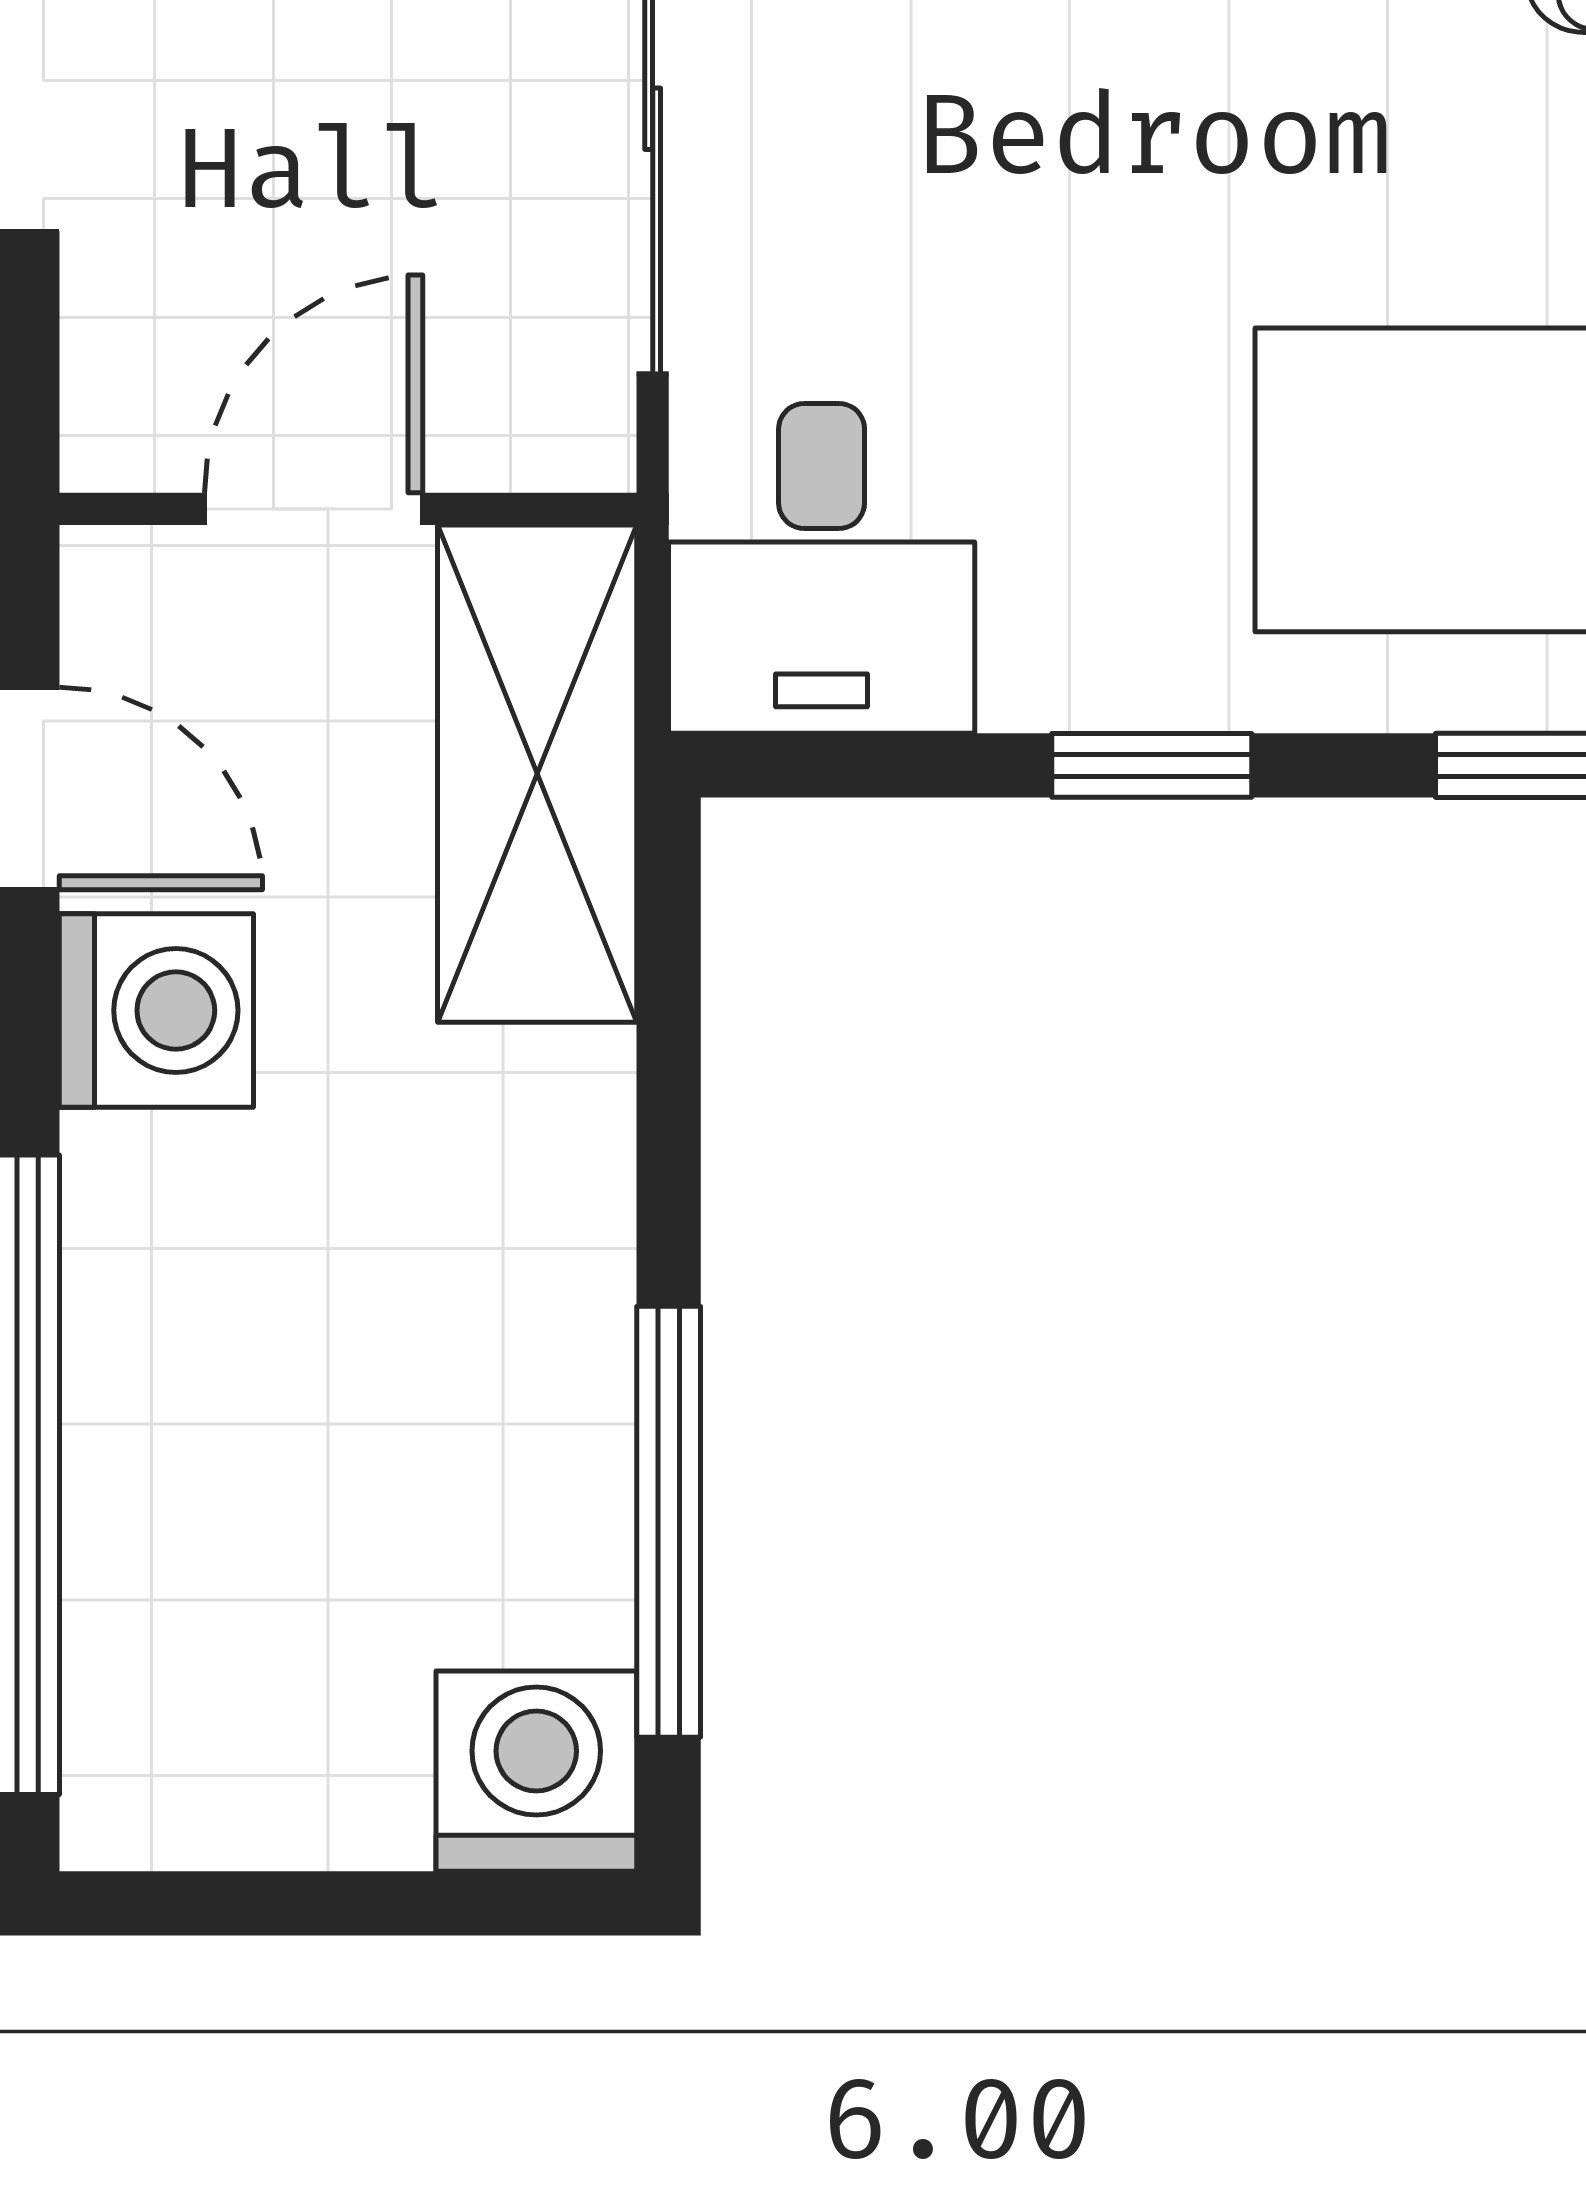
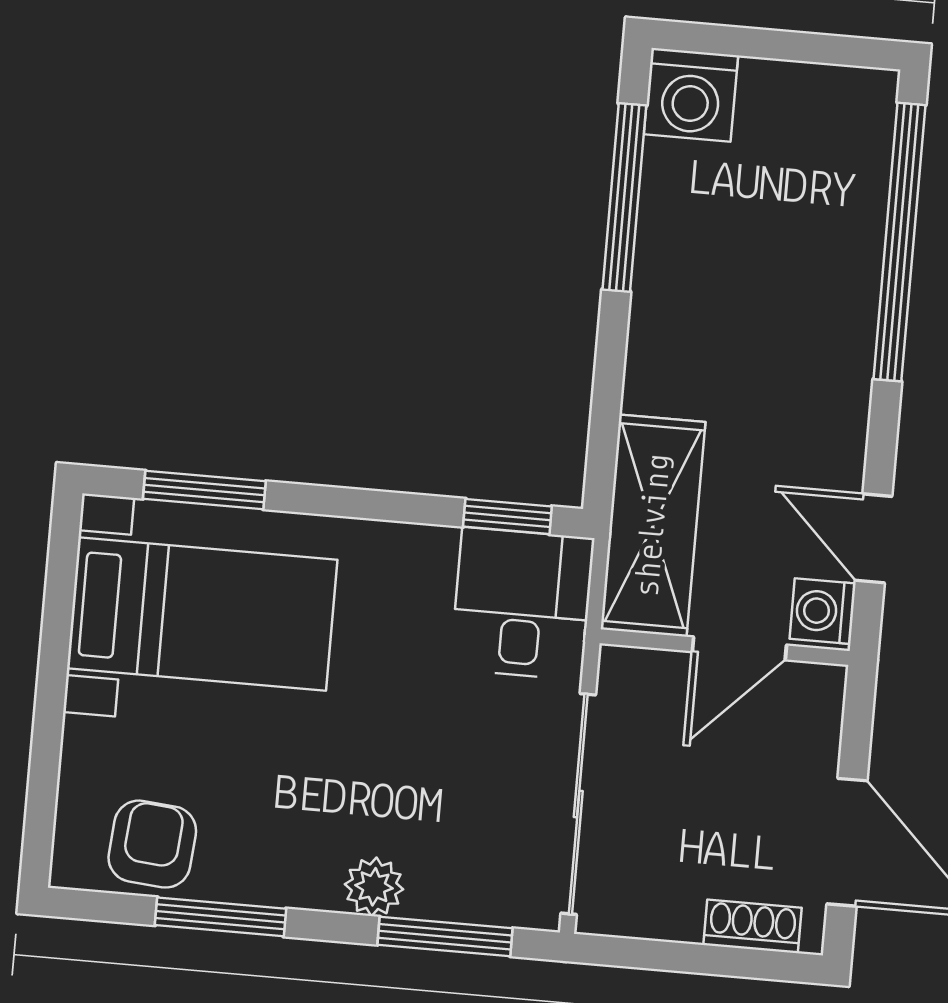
window: (1152, 765) -> (507, 516), moved
washing machine: (156, 1010) -> (823, 611), moved, width x0.73, depth x0.73

